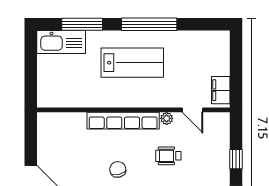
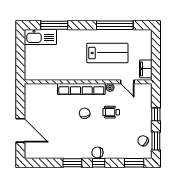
window: (149, 24) -> (115, 25), moved
lab bench: (132, 63) -> (107, 53), moved
chair: (118, 169) -> (85, 113), moved

